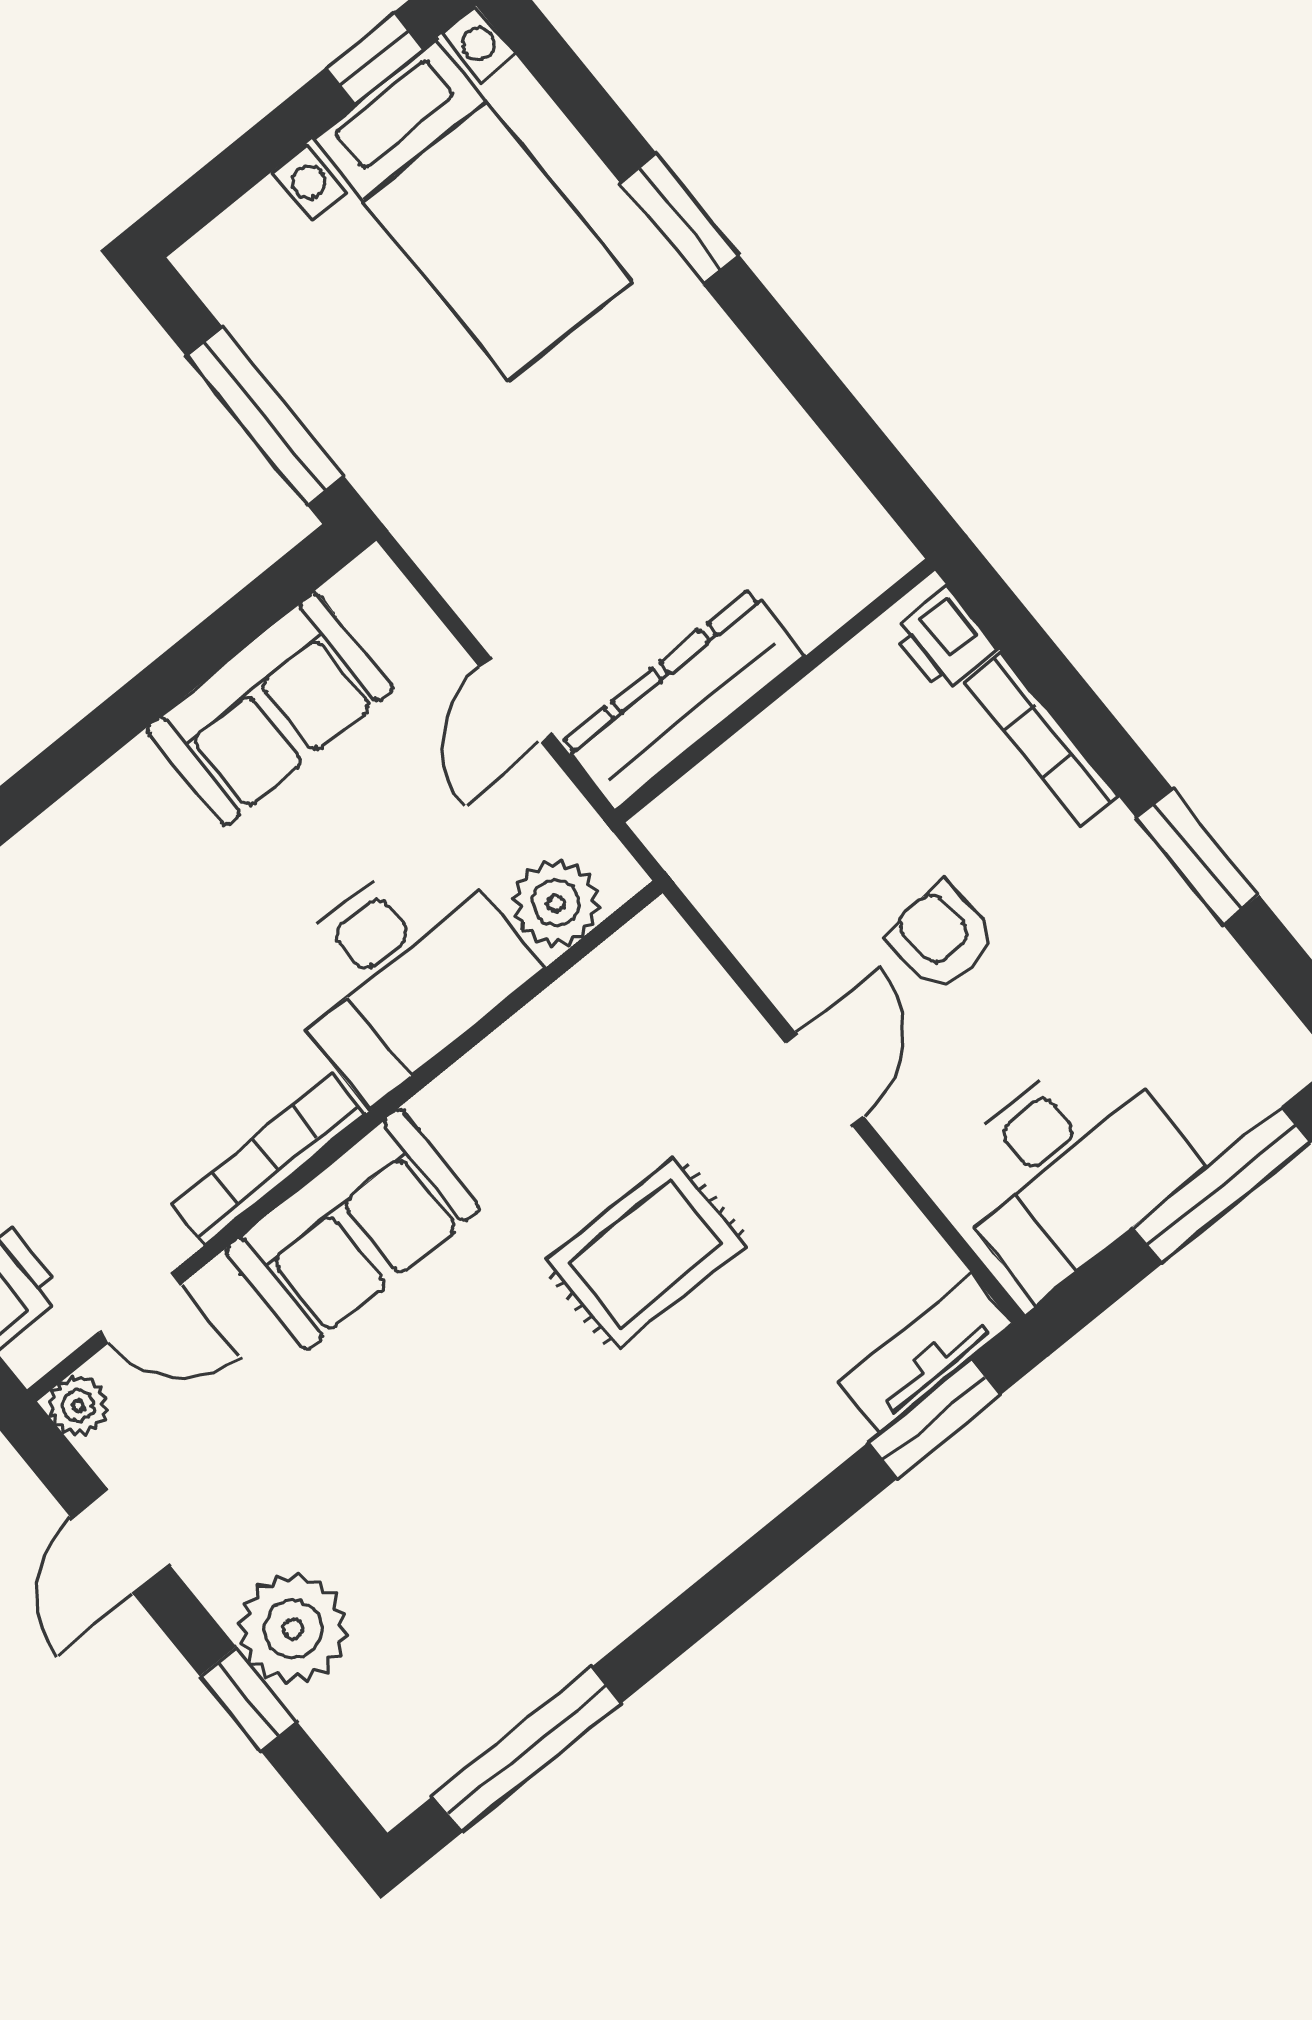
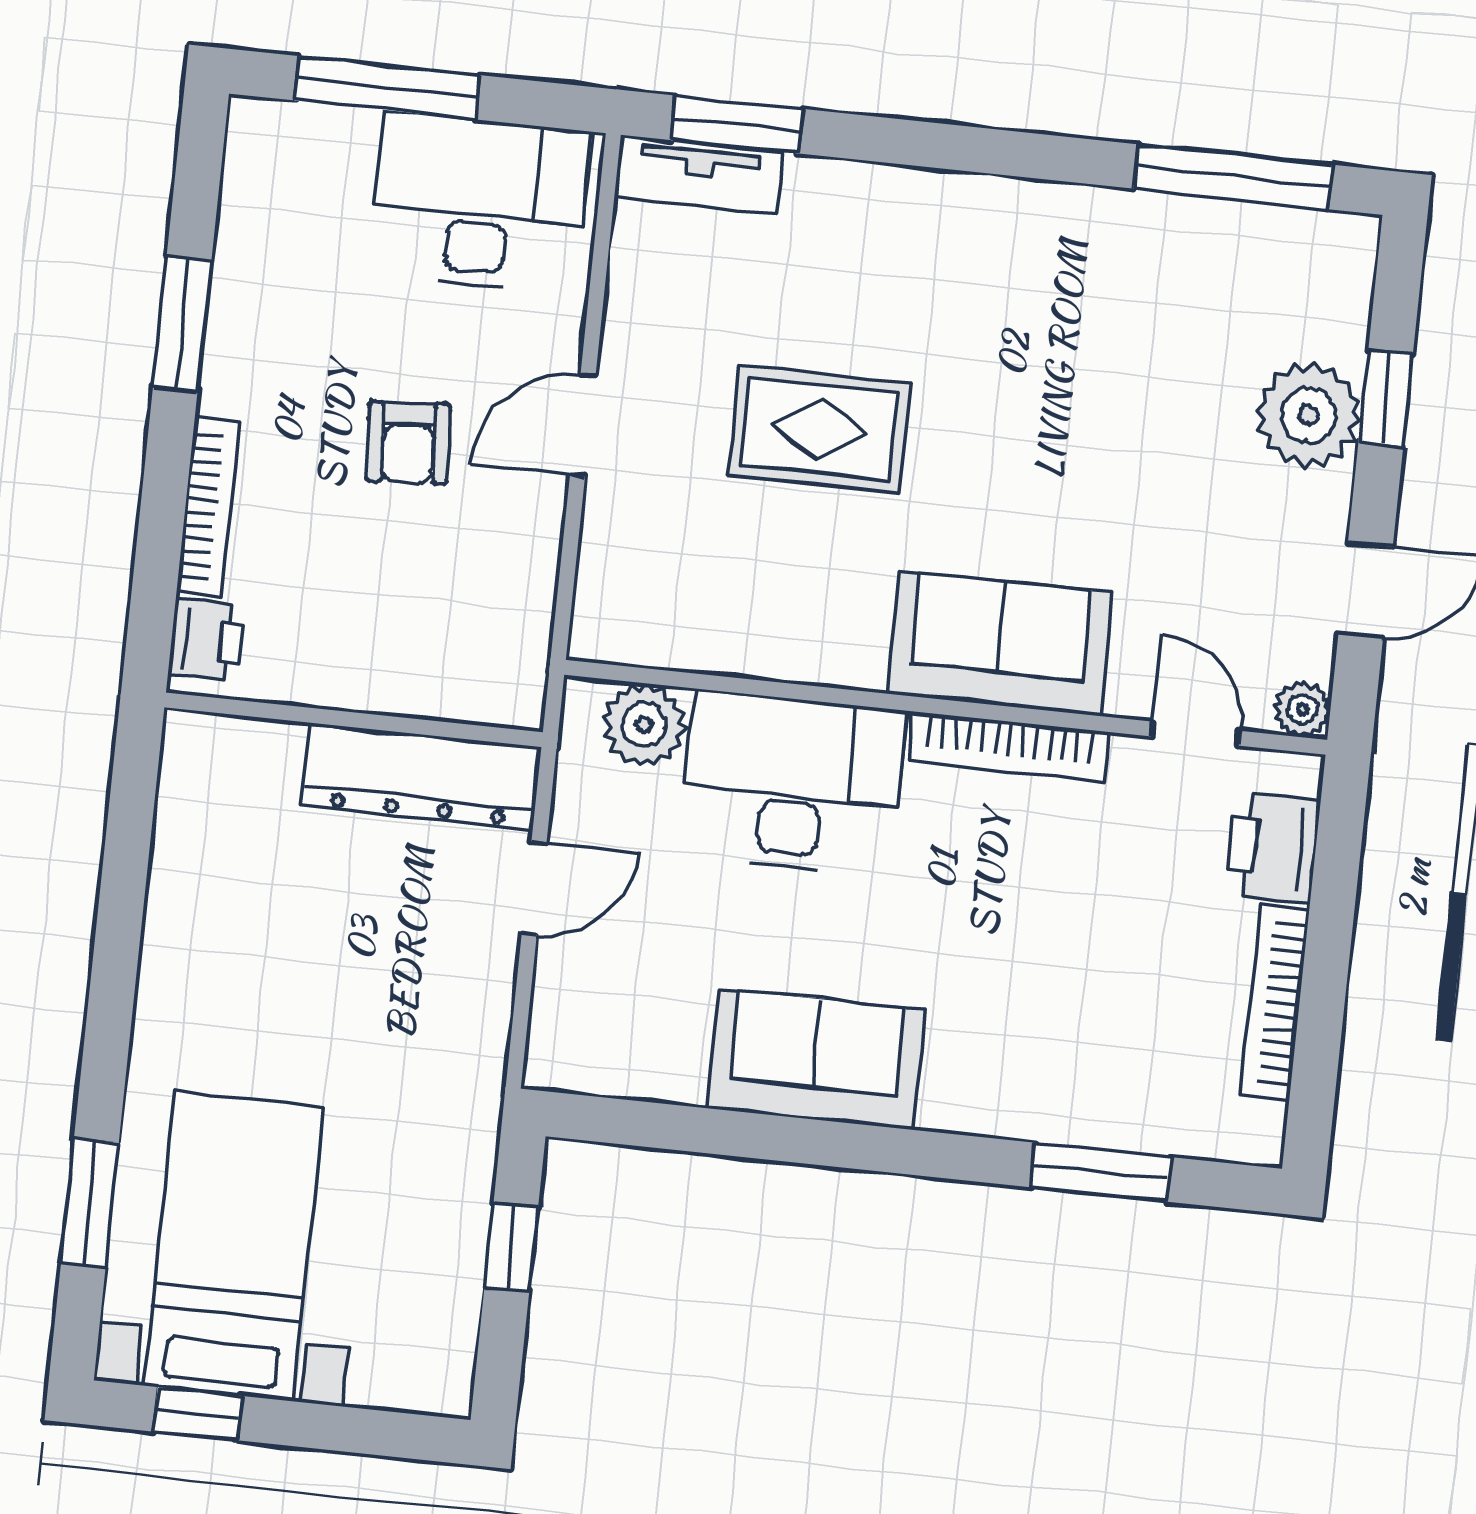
window: (680, 219) -> (90, 1203), moved
window: (265, 416) -> (511, 1247), width x0.46
sofa: (270, 709) -> (816, 1059), moved

